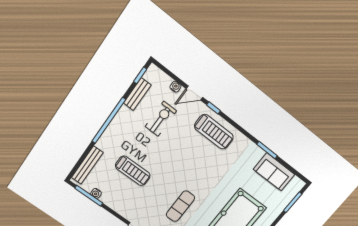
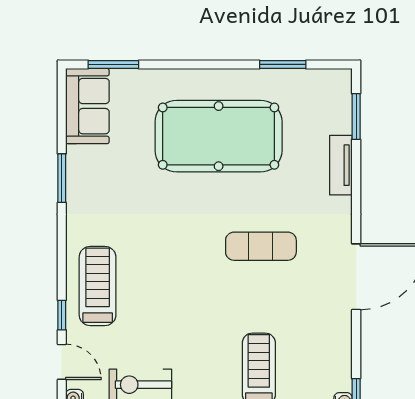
sofa: (274, 172) -> (87, 106), moved

